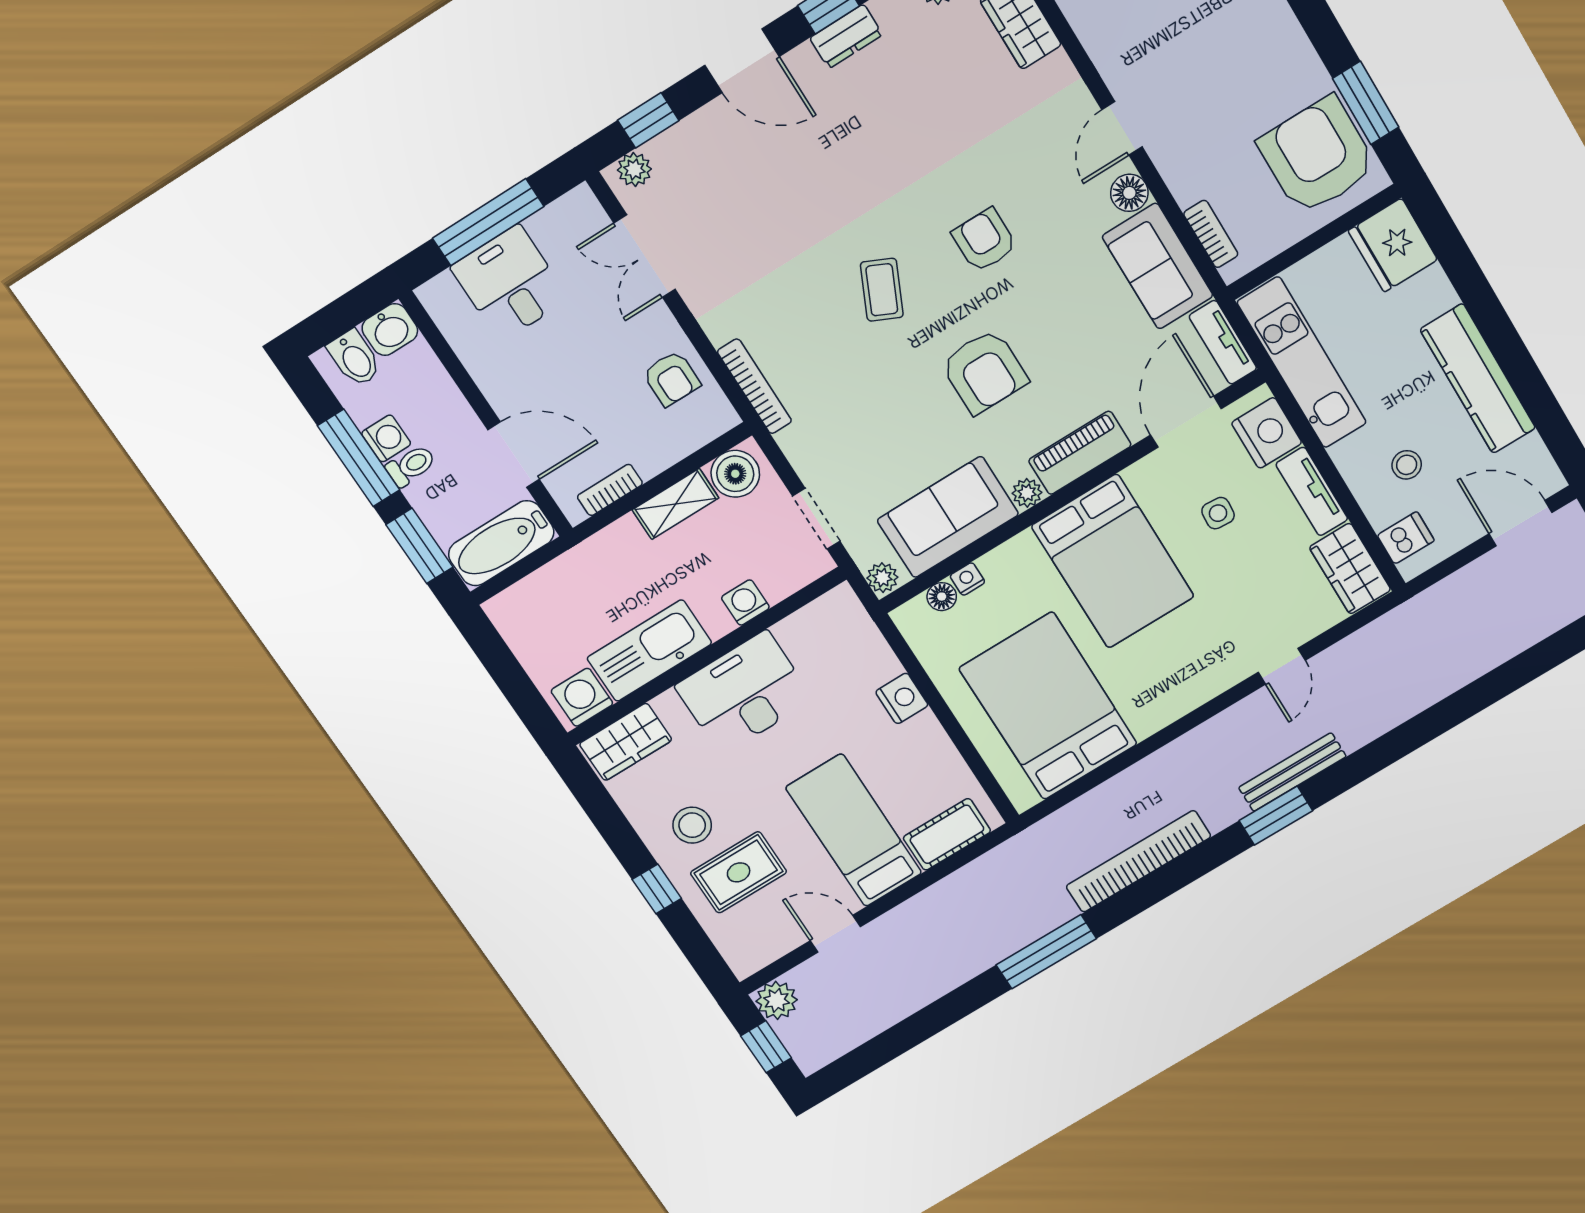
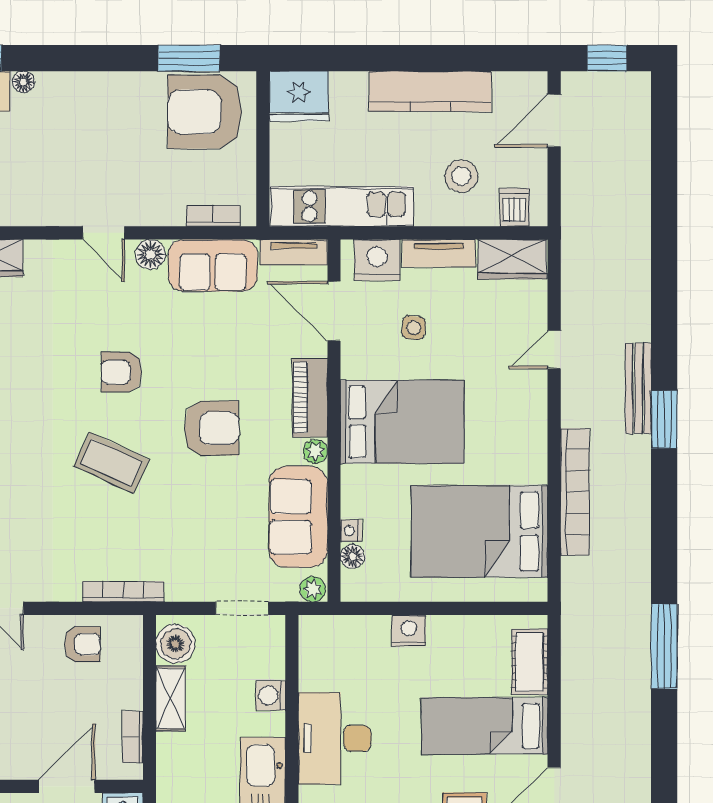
coffee table: (882, 290) -> (111, 463), width x1.36, depth x1.30
stool: (1407, 465) -> (461, 176), width x1.37, depth x1.37
door: (1282, 666) -> (554, 349), swing flipped
bookcase: (1138, 861) -> (575, 492), moved, turned 180

